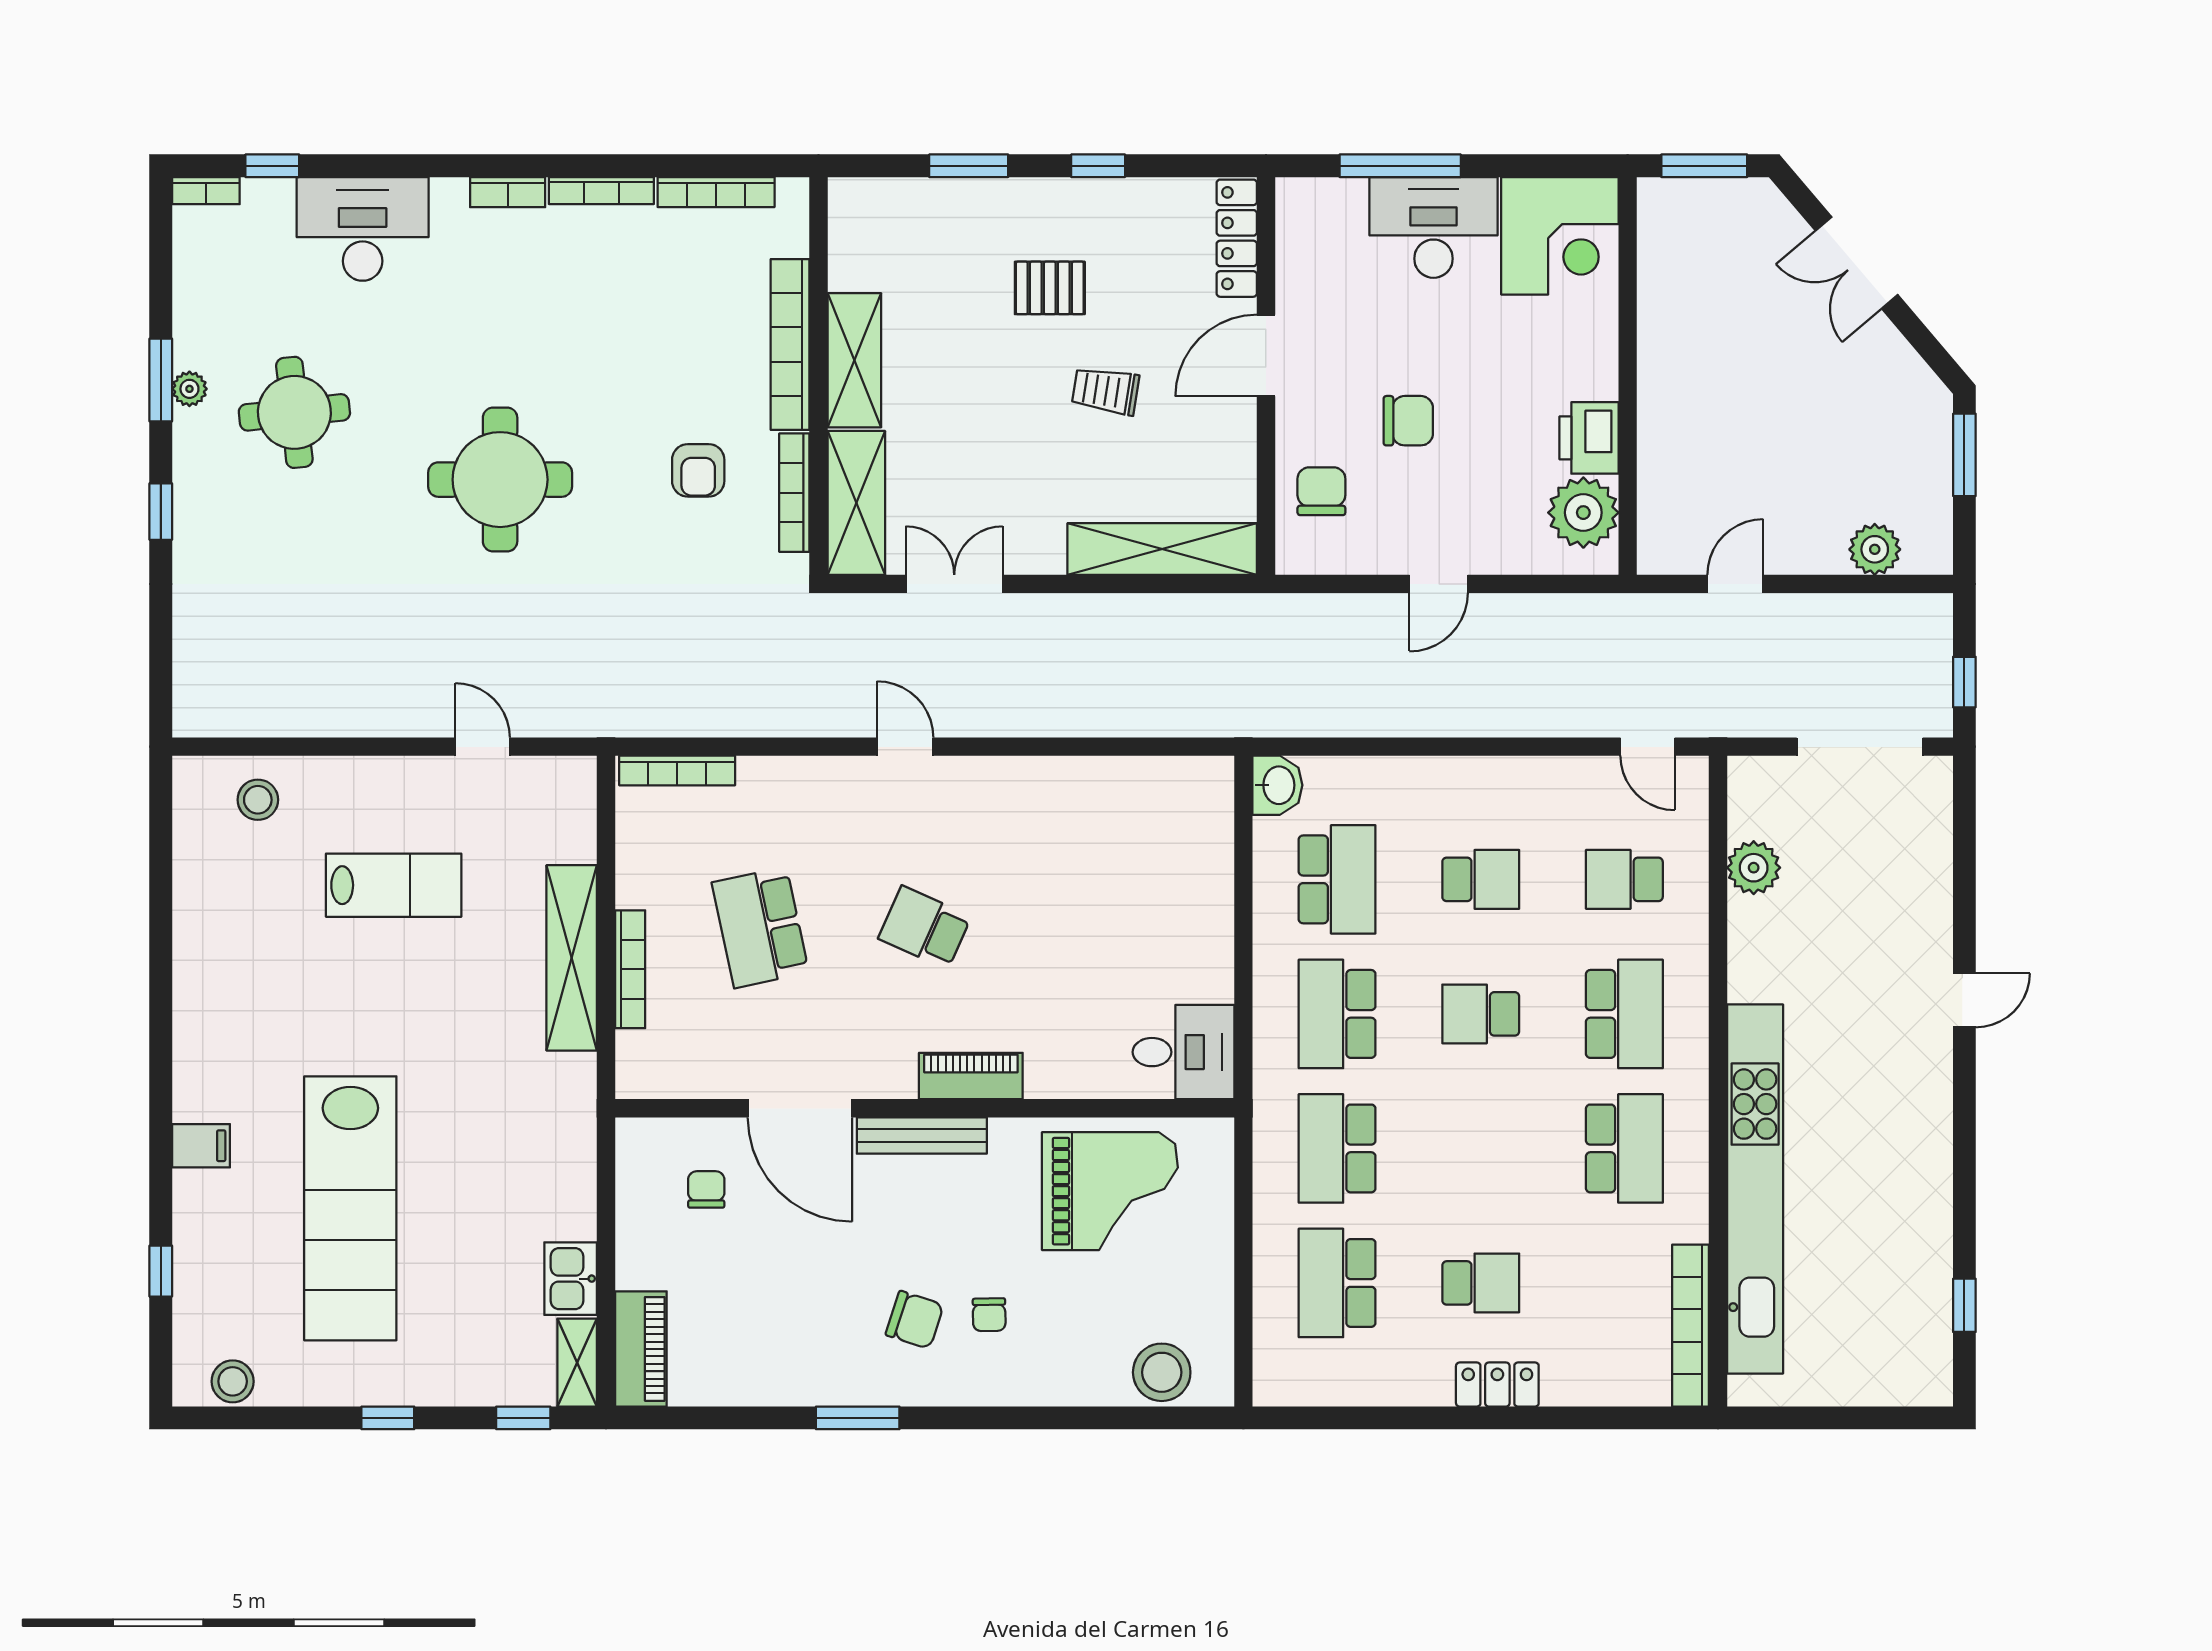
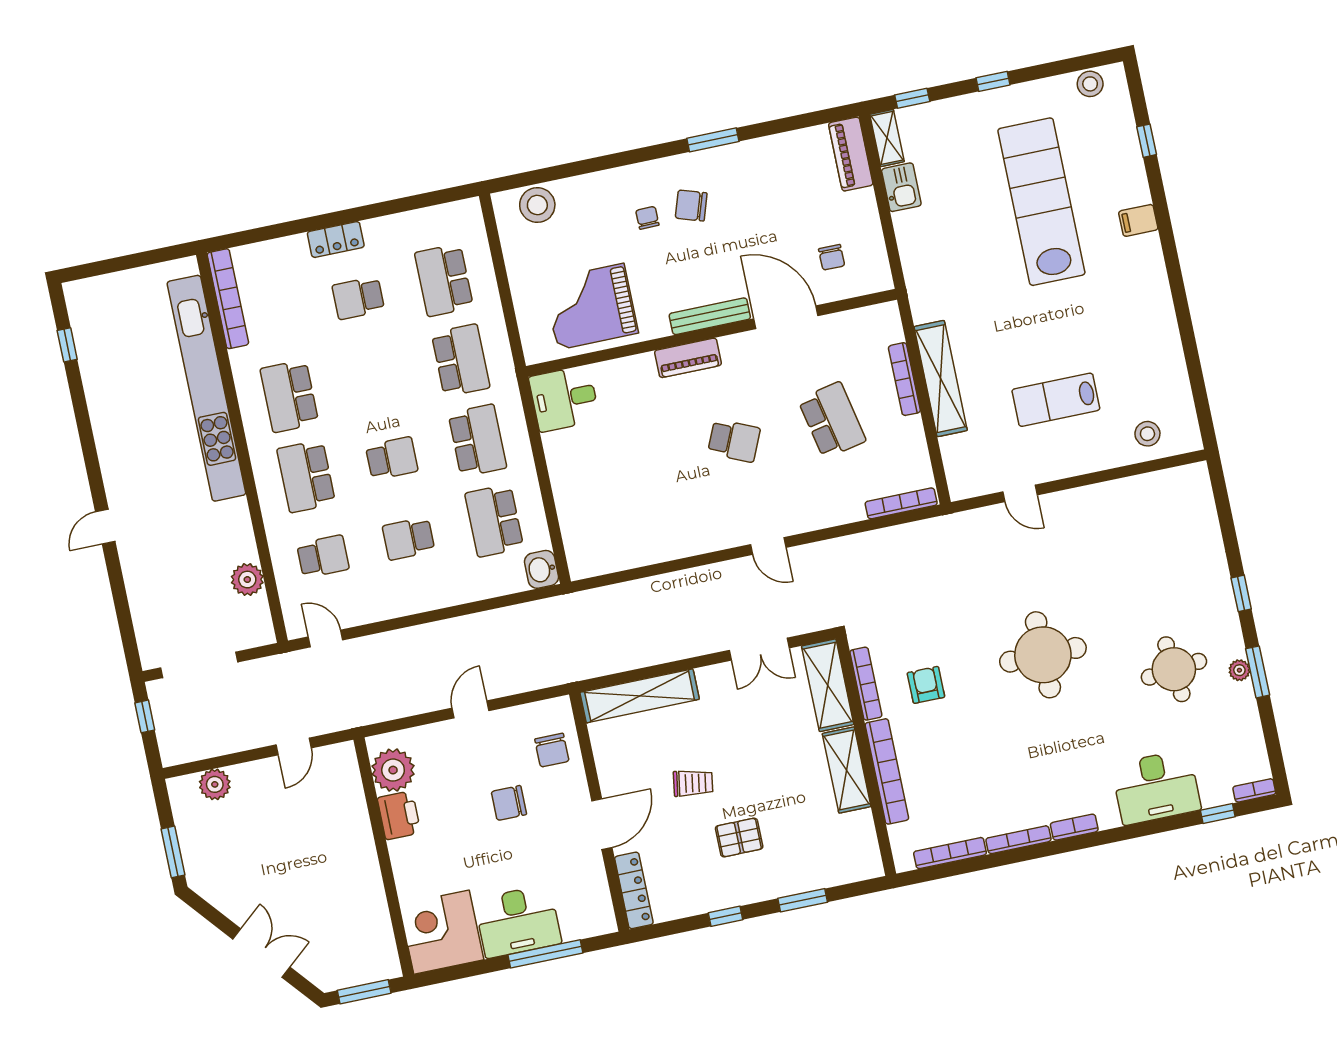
school desk: (1337, 1283) -> (444, 280), turned 180

